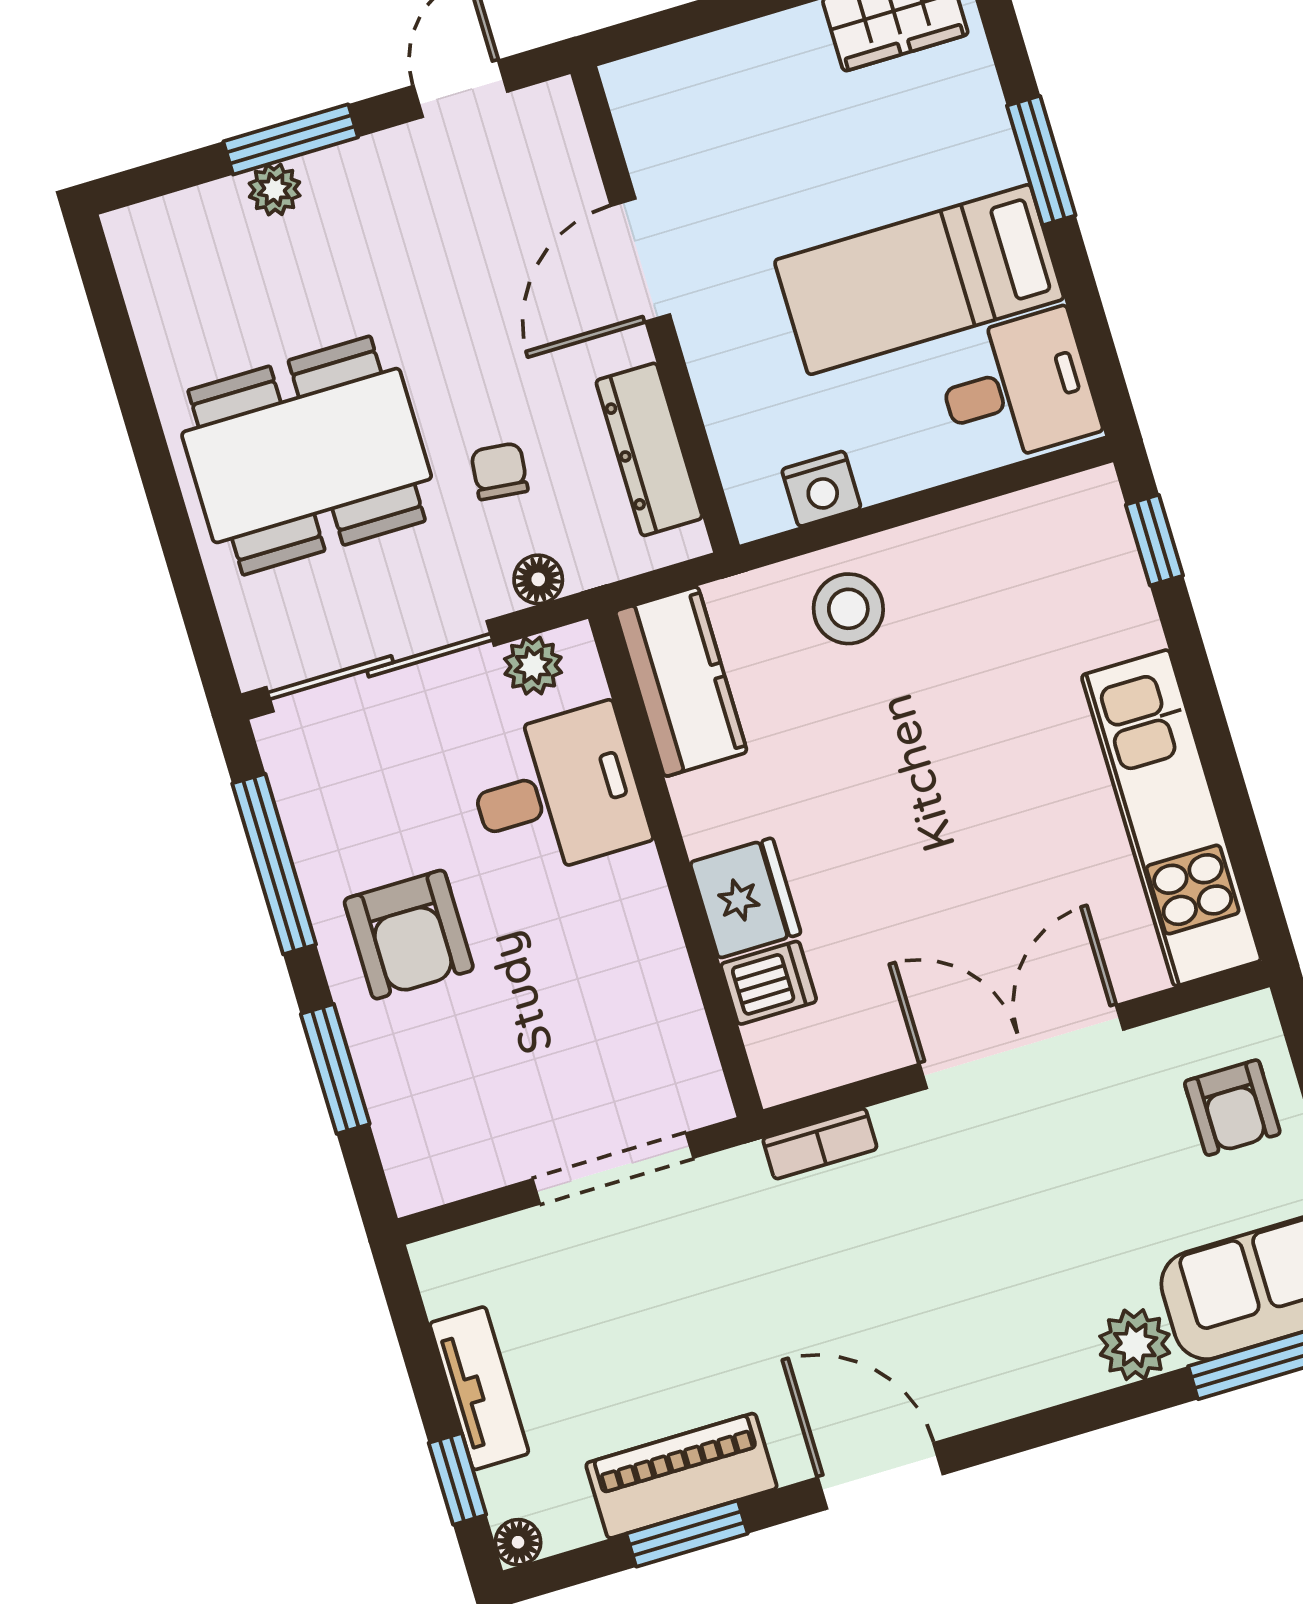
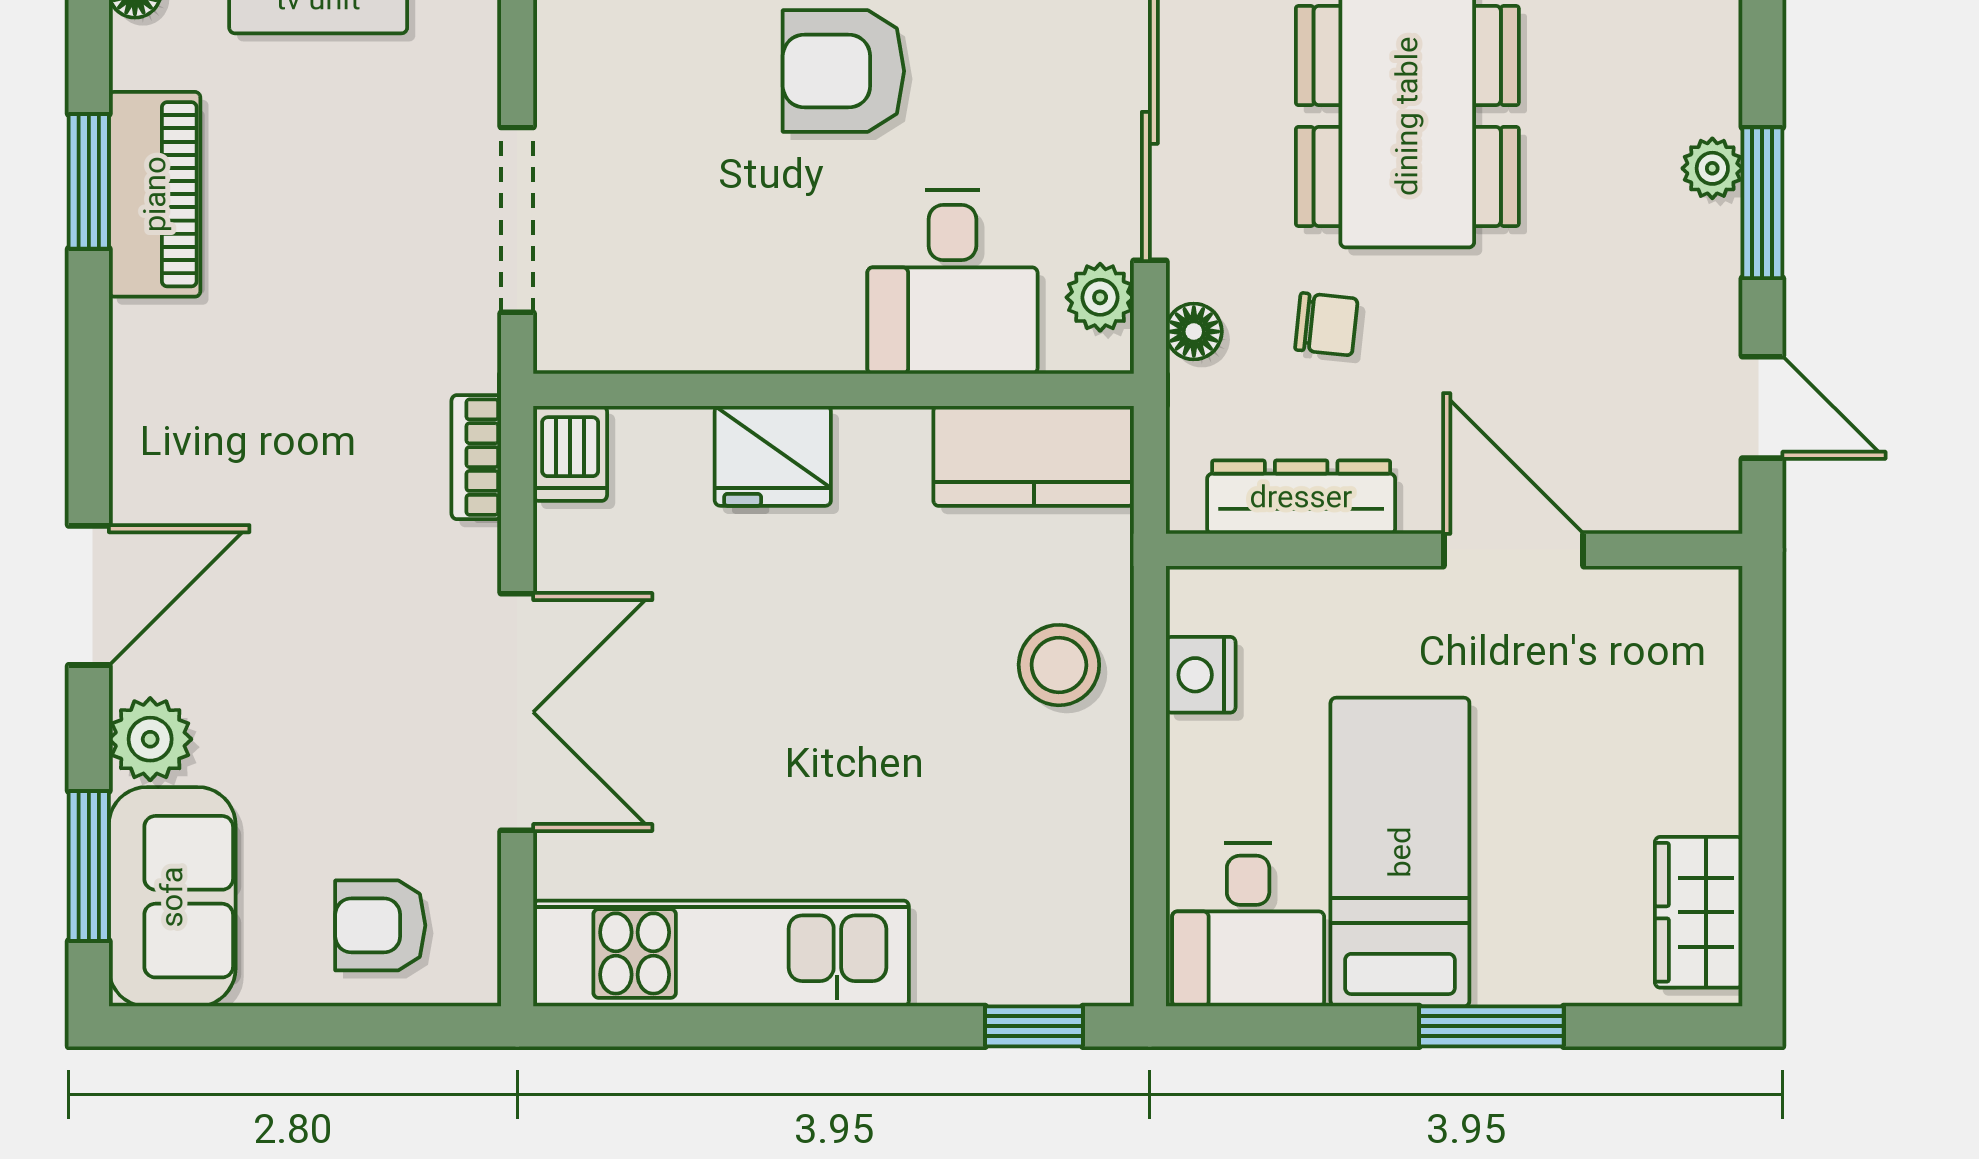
dishwasher: (769, 983) -> (570, 453), moved
door: (880, 1476) -> (89, 595), moved

